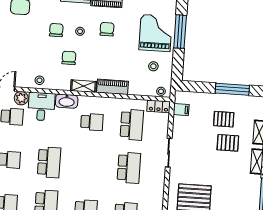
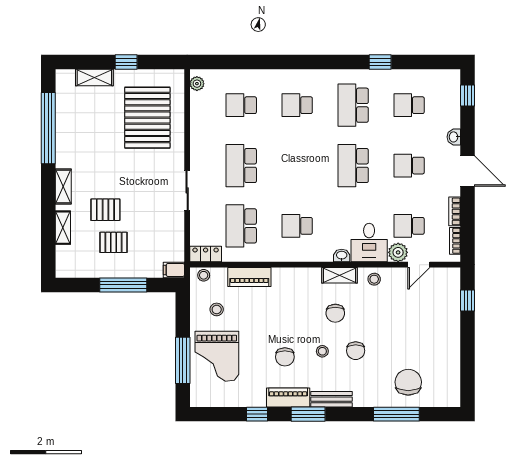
shelving: (84, 86) -> (340, 275), moved
piano: (113, 87) -> (249, 277), moved
window: (232, 89) -> (123, 285), moved
washbasin: (67, 101) -> (342, 255), width x0.52, depth x0.69
filing cabinet: (181, 110) -> (174, 270), moved

